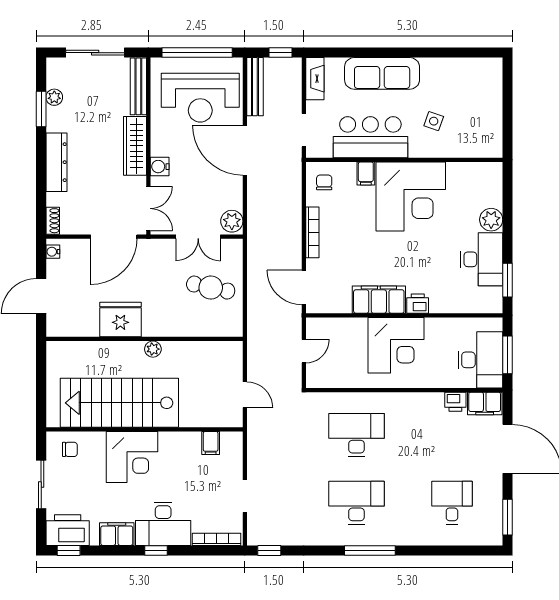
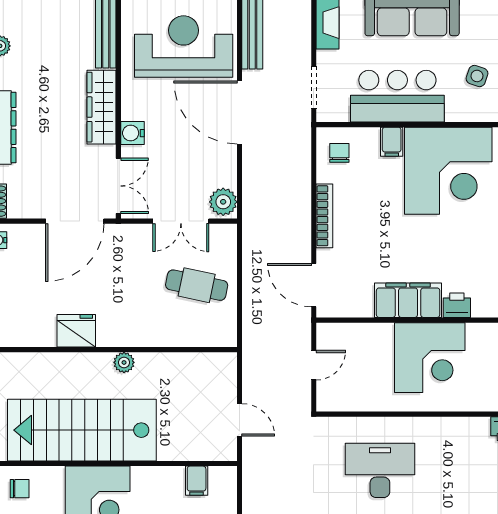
reception desk: (200, 98) -> (184, 46), turned 180
fridge: (120, 319) -> (76, 331), width x0.73, depth x0.75

